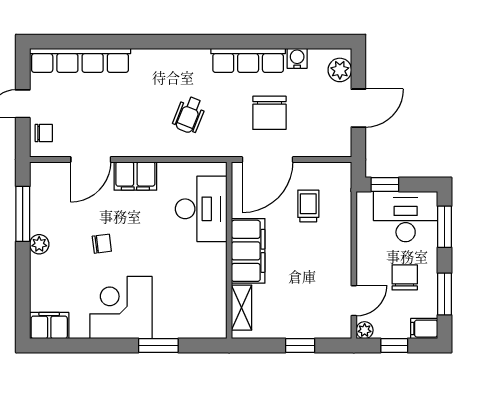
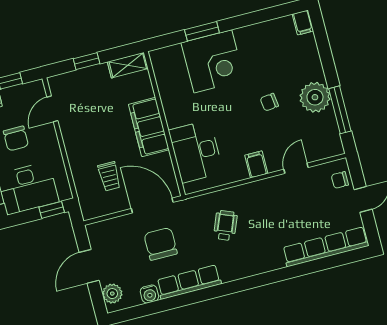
door: (91, 160) -> (296, 168), width x0.73
door: (268, 160) -> (152, 205), hinge flipped
filing cabinet: (135, 176) -> (256, 164), width x0.50
plant: (39, 244) -> (315, 97), width x1.88, depth x1.88
corner desk: (121, 308) -> (213, 61), moved
shelving: (242, 308) -> (128, 65), moved, turned 90
filing cabinet: (49, 326) -> (303, 22), width x0.50
plant: (365, 330) -> (37, 87), removed

